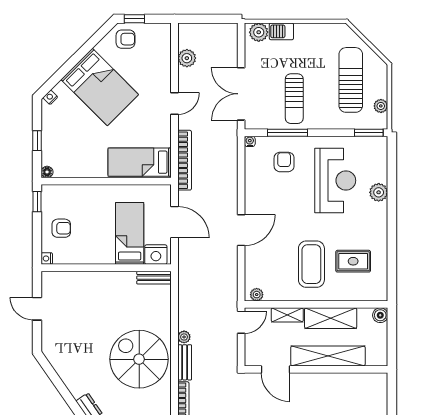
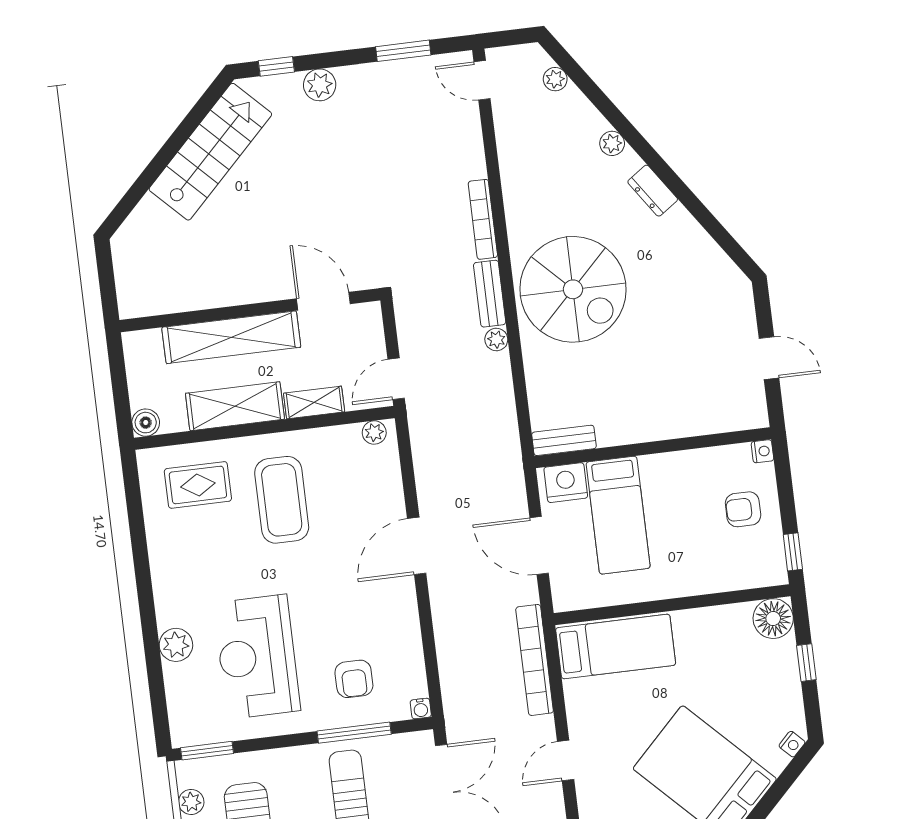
floor lamp: (47, 172) -> (773, 619), width x1.89, depth x1.89
rug: (353, 261) -> (198, 485), moved

